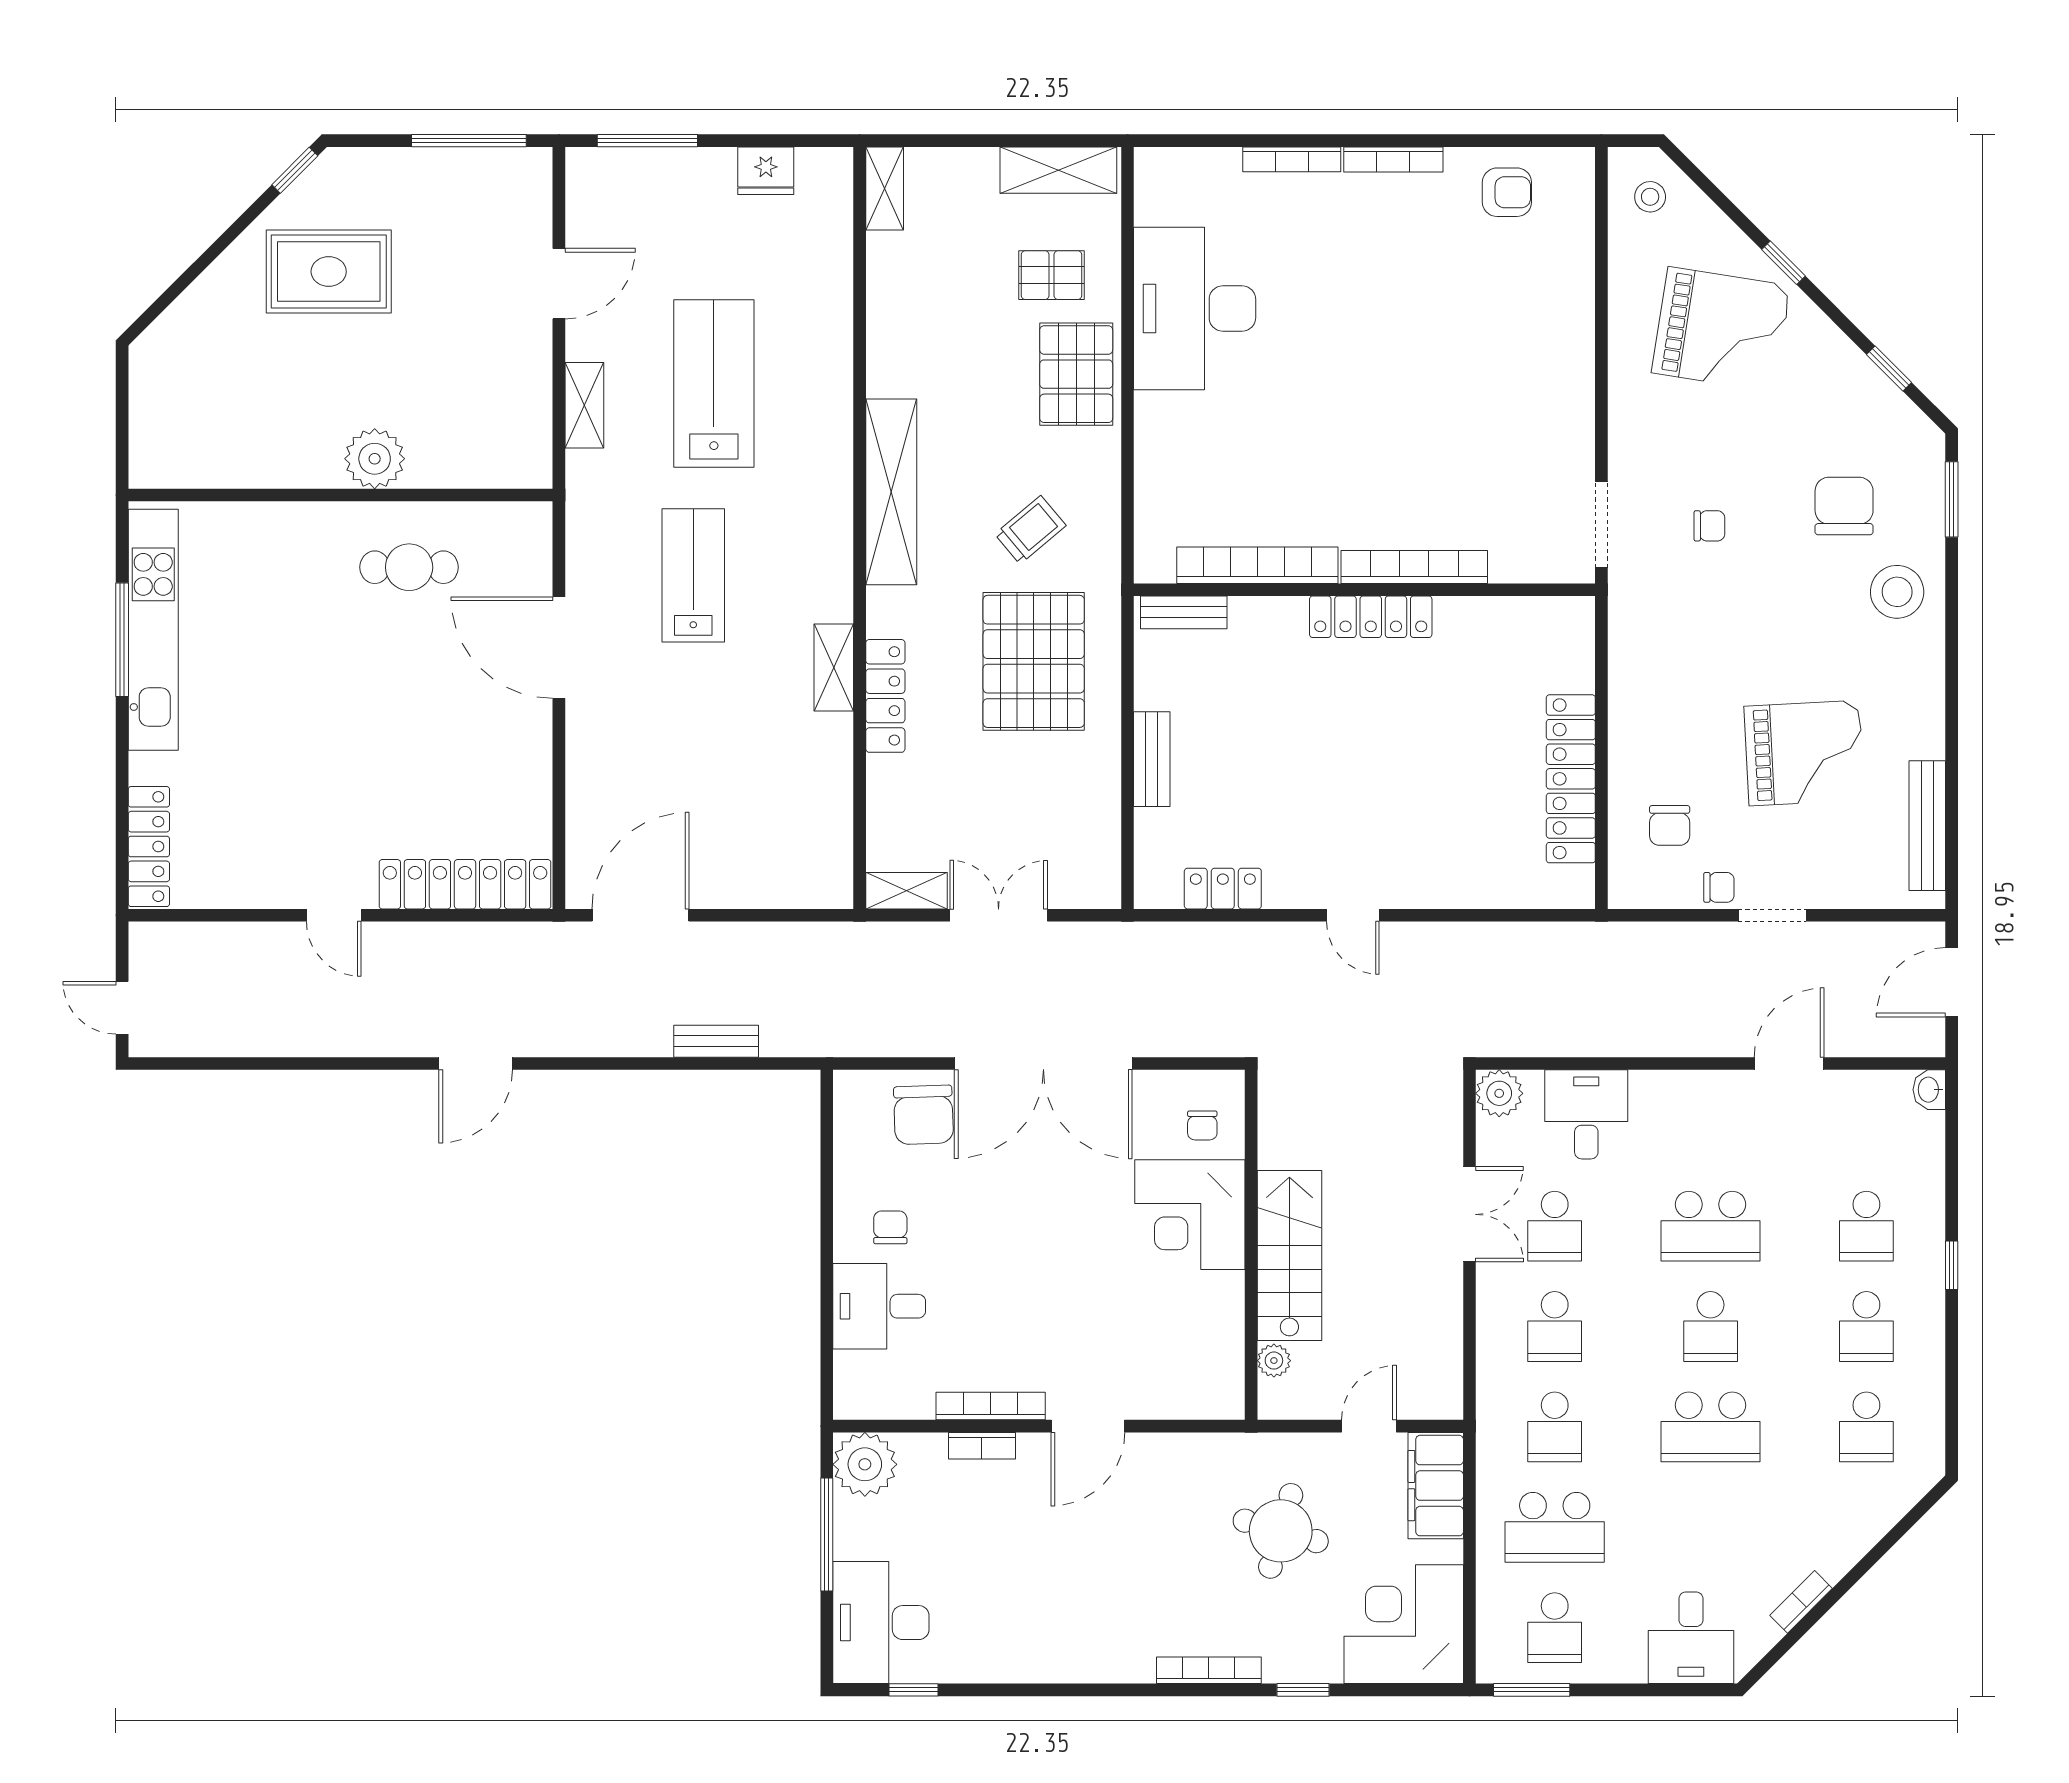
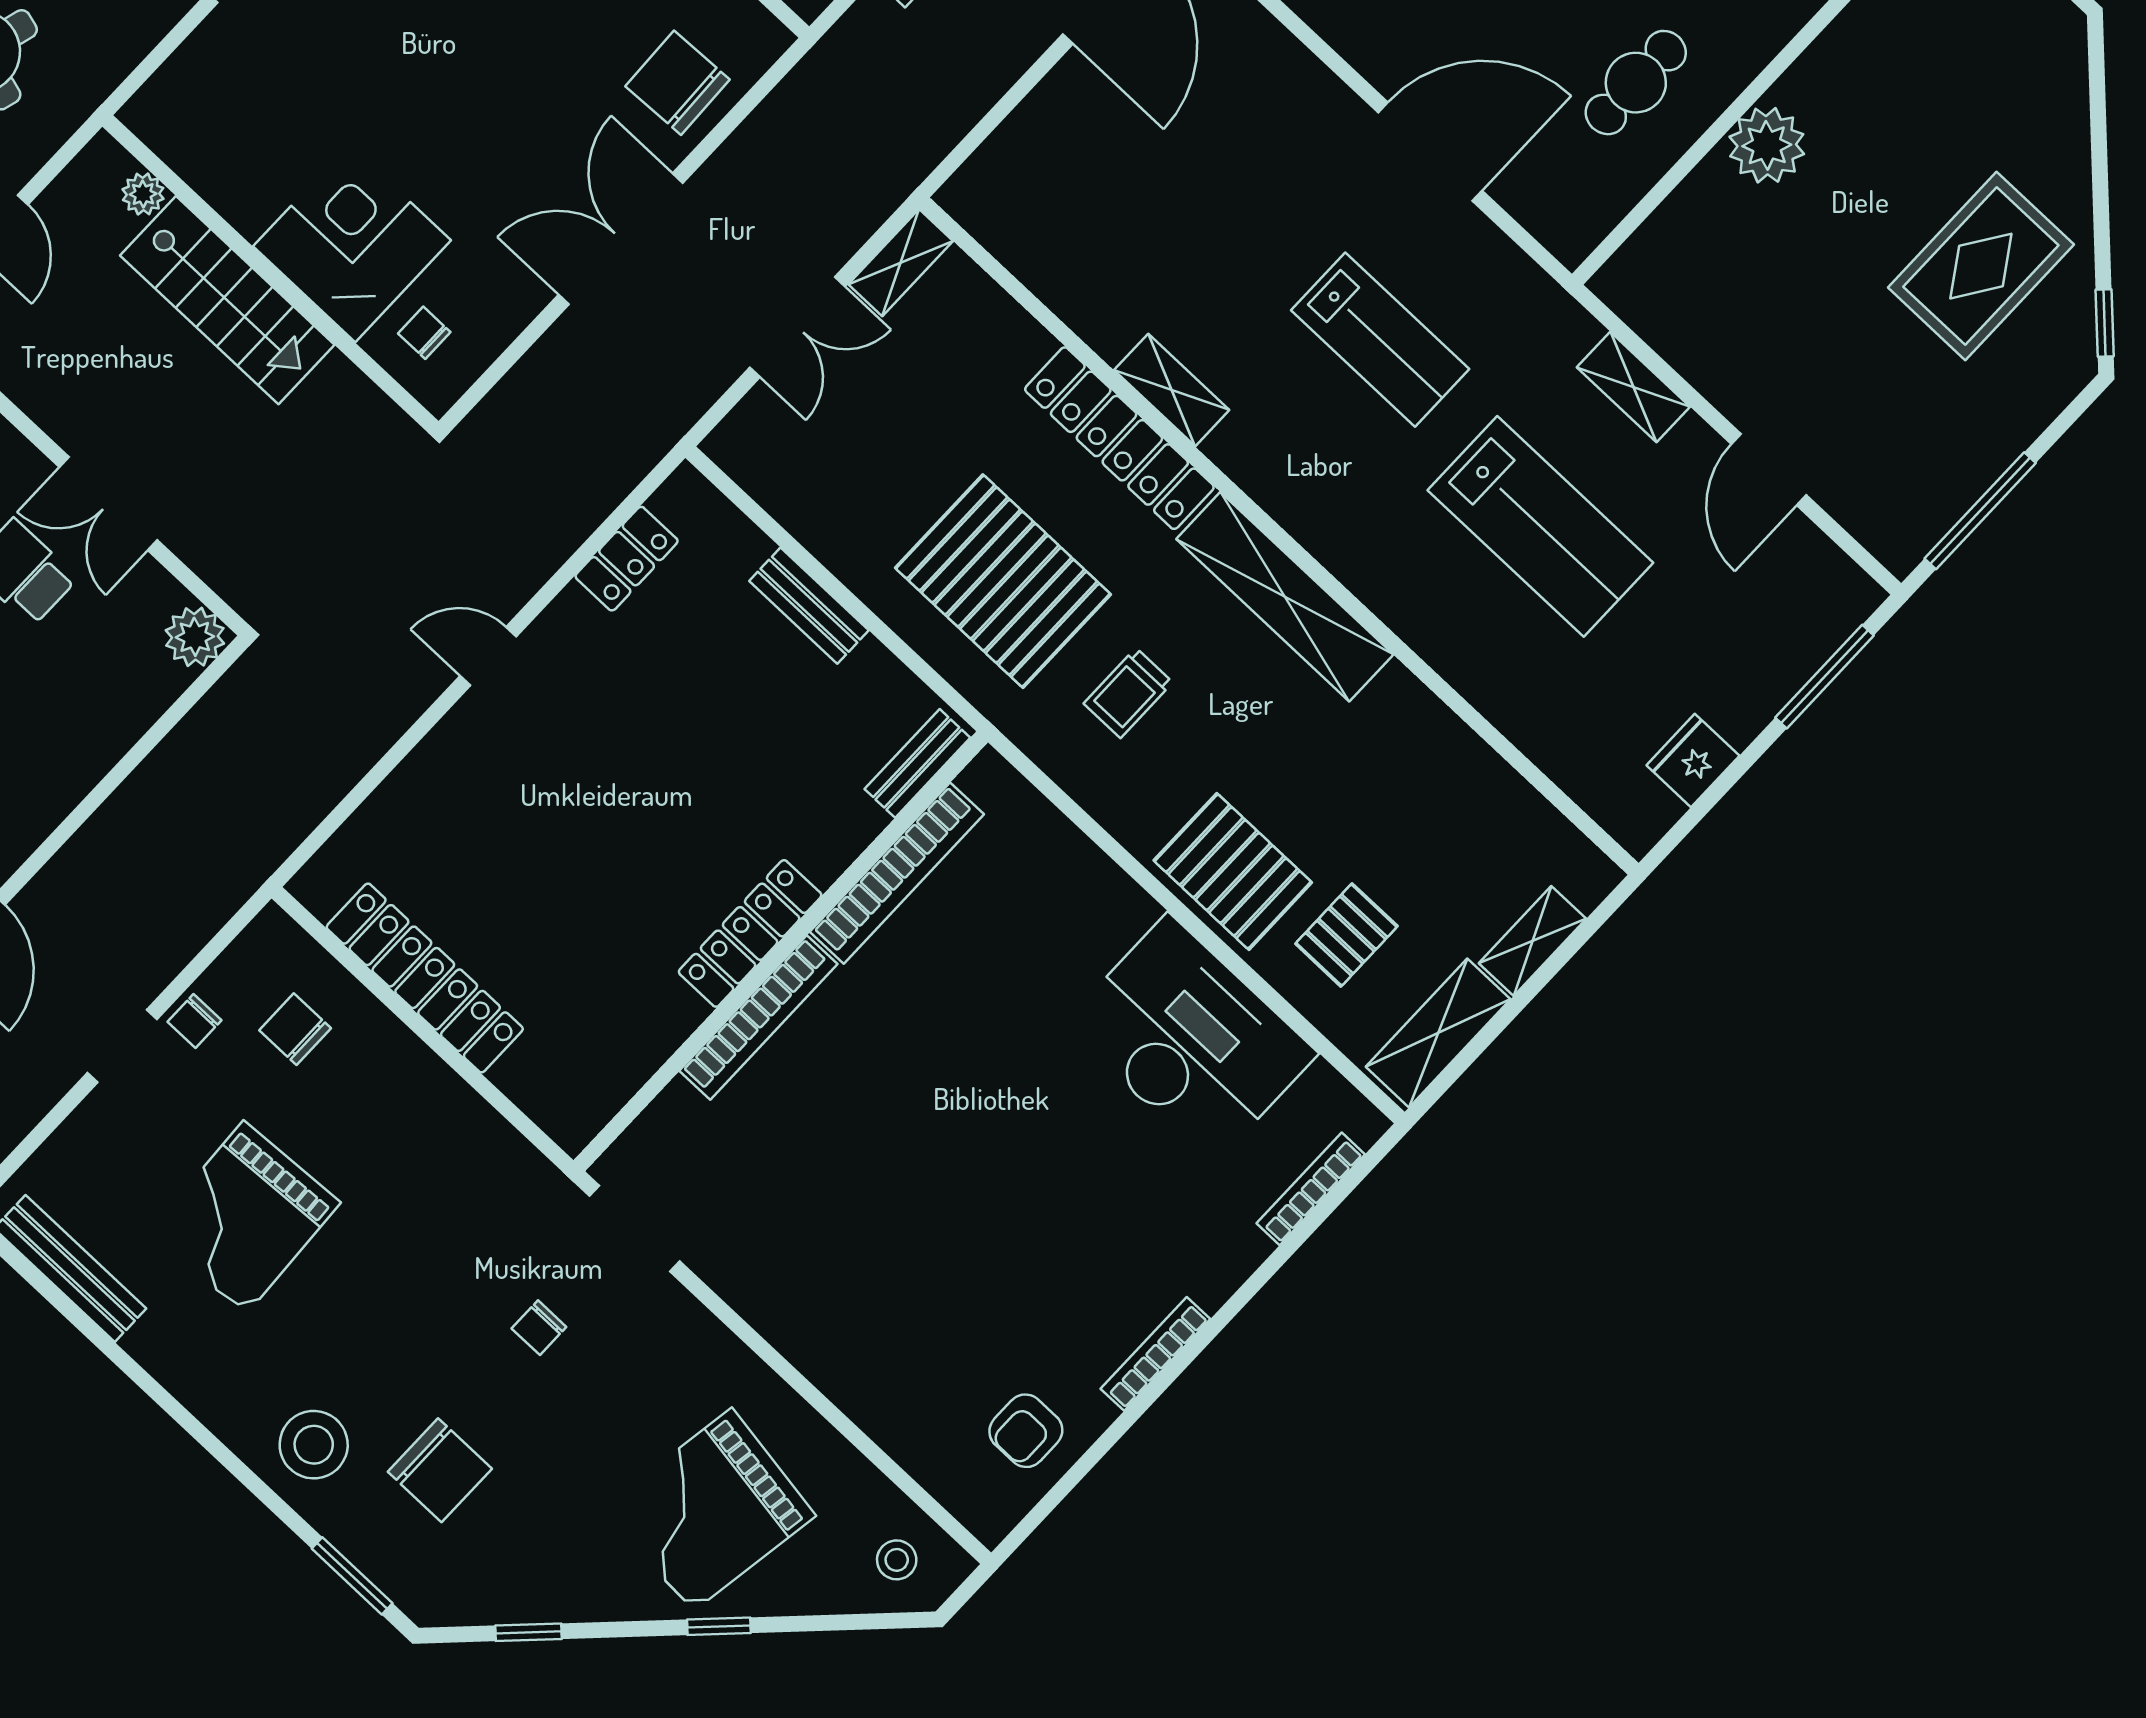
bookcase: (1292, 159) -> (1311, 1189), moved
shelving: (885, 188) -> (1533, 941), moved, turned 90
trolley: (1030, 530) -> (1128, 693), turned 40
locker: (885, 696) -> (1119, 438), width x1.41, depth x1.21
double door: (1043, 1064) -> (621, 239), width x0.73
desk: (1586, 1114) -> (99, 699), removed

